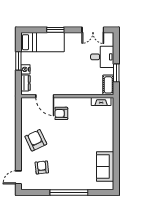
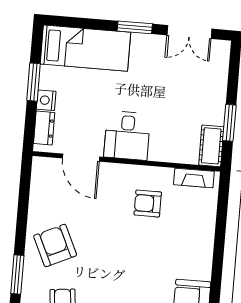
window: (55, 30) -> (135, 27), moved
desk: (102, 57) -> (127, 136), moved, turned 90
armchair: (61, 113) -> (148, 204), moved
window: (18, 156) -> (17, 275), added

